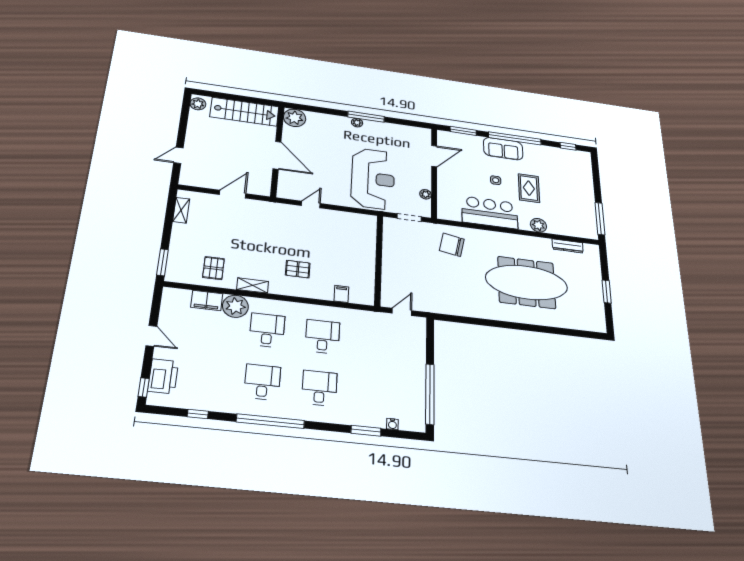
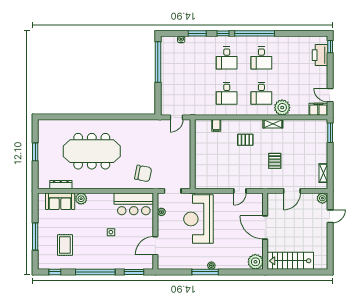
plant: (198, 104) -> (322, 198), moved
sofa: (503, 149) -> (60, 201), moved, turned 180
rug: (529, 188) -> (65, 245), moved
bar counter: (490, 212) -> (134, 204), moved
window: (600, 219) -> (35, 237), moved
pallet: (213, 268) -> (275, 161), moved
filing cabinet: (207, 300) -> (318, 109), moved
door: (151, 336) -> (330, 95), moved
window: (198, 414) -> (223, 33), moved

